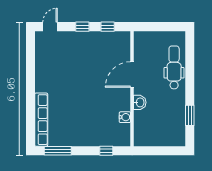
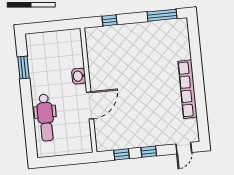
water cooler: (125, 117) -> (93, 59), removed
row of seats: (41, 120) -> (187, 89), moved

